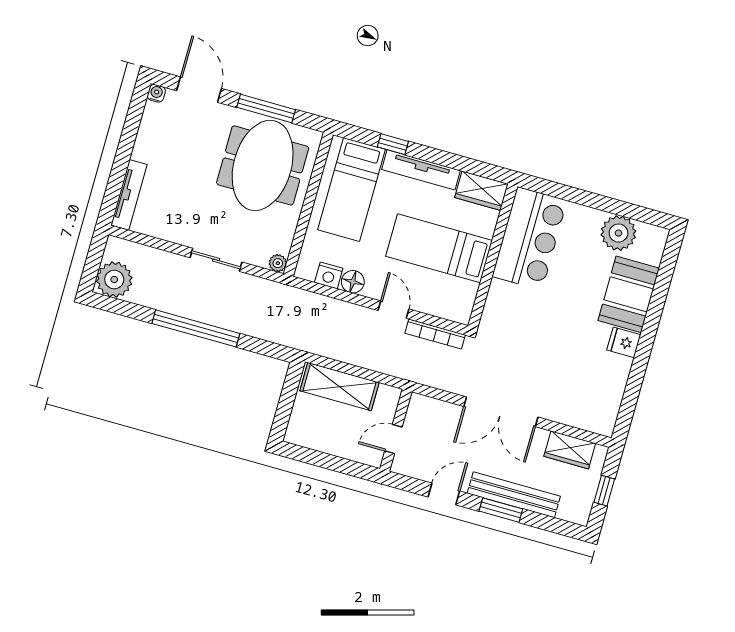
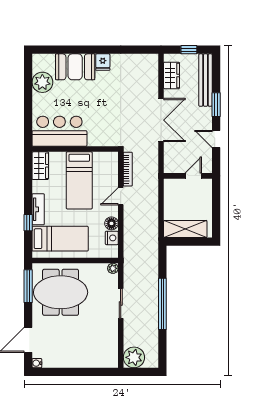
window: (266, 108) -> (28, 286), moved
tv unit: (421, 170) -> (38, 209), width x0.71
tv unit: (129, 195) -> (98, 363), removed
plant: (114, 280) -> (134, 357), moved
shelving: (340, 387) -> (185, 229), moved, turned 90
door: (393, 439) -> (193, 176), swing flipped
bench: (514, 495) -> (205, 80), moved

